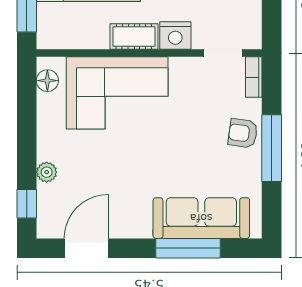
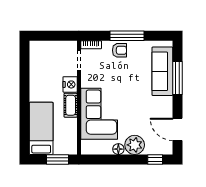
floor lamp: (47, 81) -> (118, 149), moved
armchair: (243, 133) -> (119, 50), turned -98
plant: (47, 172) -> (135, 145), width x1.88, depth x1.88

